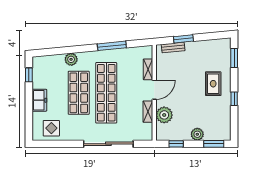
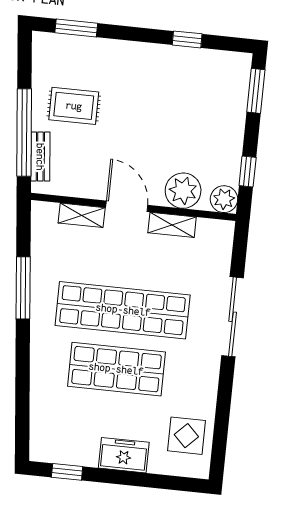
window: (183, 39) -> (24, 132), width x2.11
plant: (71, 59) -> (43, 378), removed
rug: (213, 84) -> (74, 106), moved
window: (234, 99) -> (187, 39), moved
plant: (197, 134) -> (224, 199), moved
sliding door: (108, 144) -> (233, 317), width x0.73

